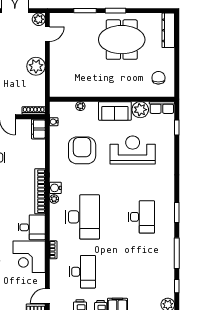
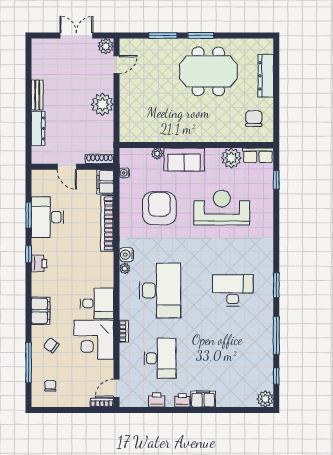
dresser: (168, 30) -> (266, 76), moved
sofa: (115, 111) -> (184, 160), moved
bookcase: (40, 191) -> (107, 223), moved
desk: (141, 217) -> (233, 290), turned -90

